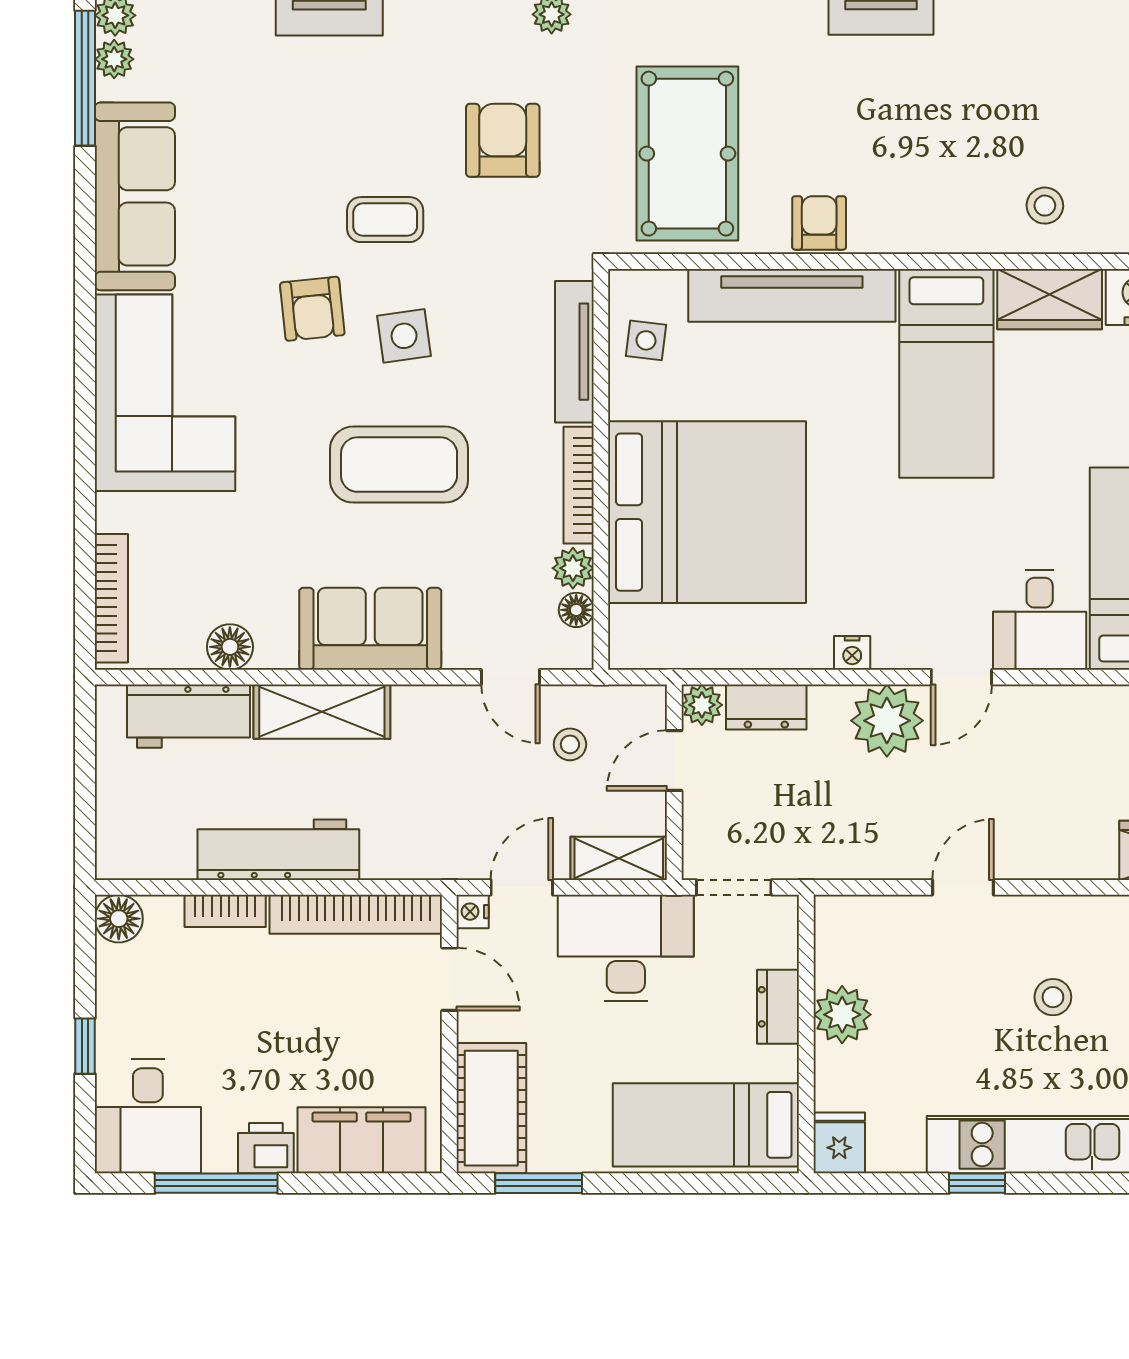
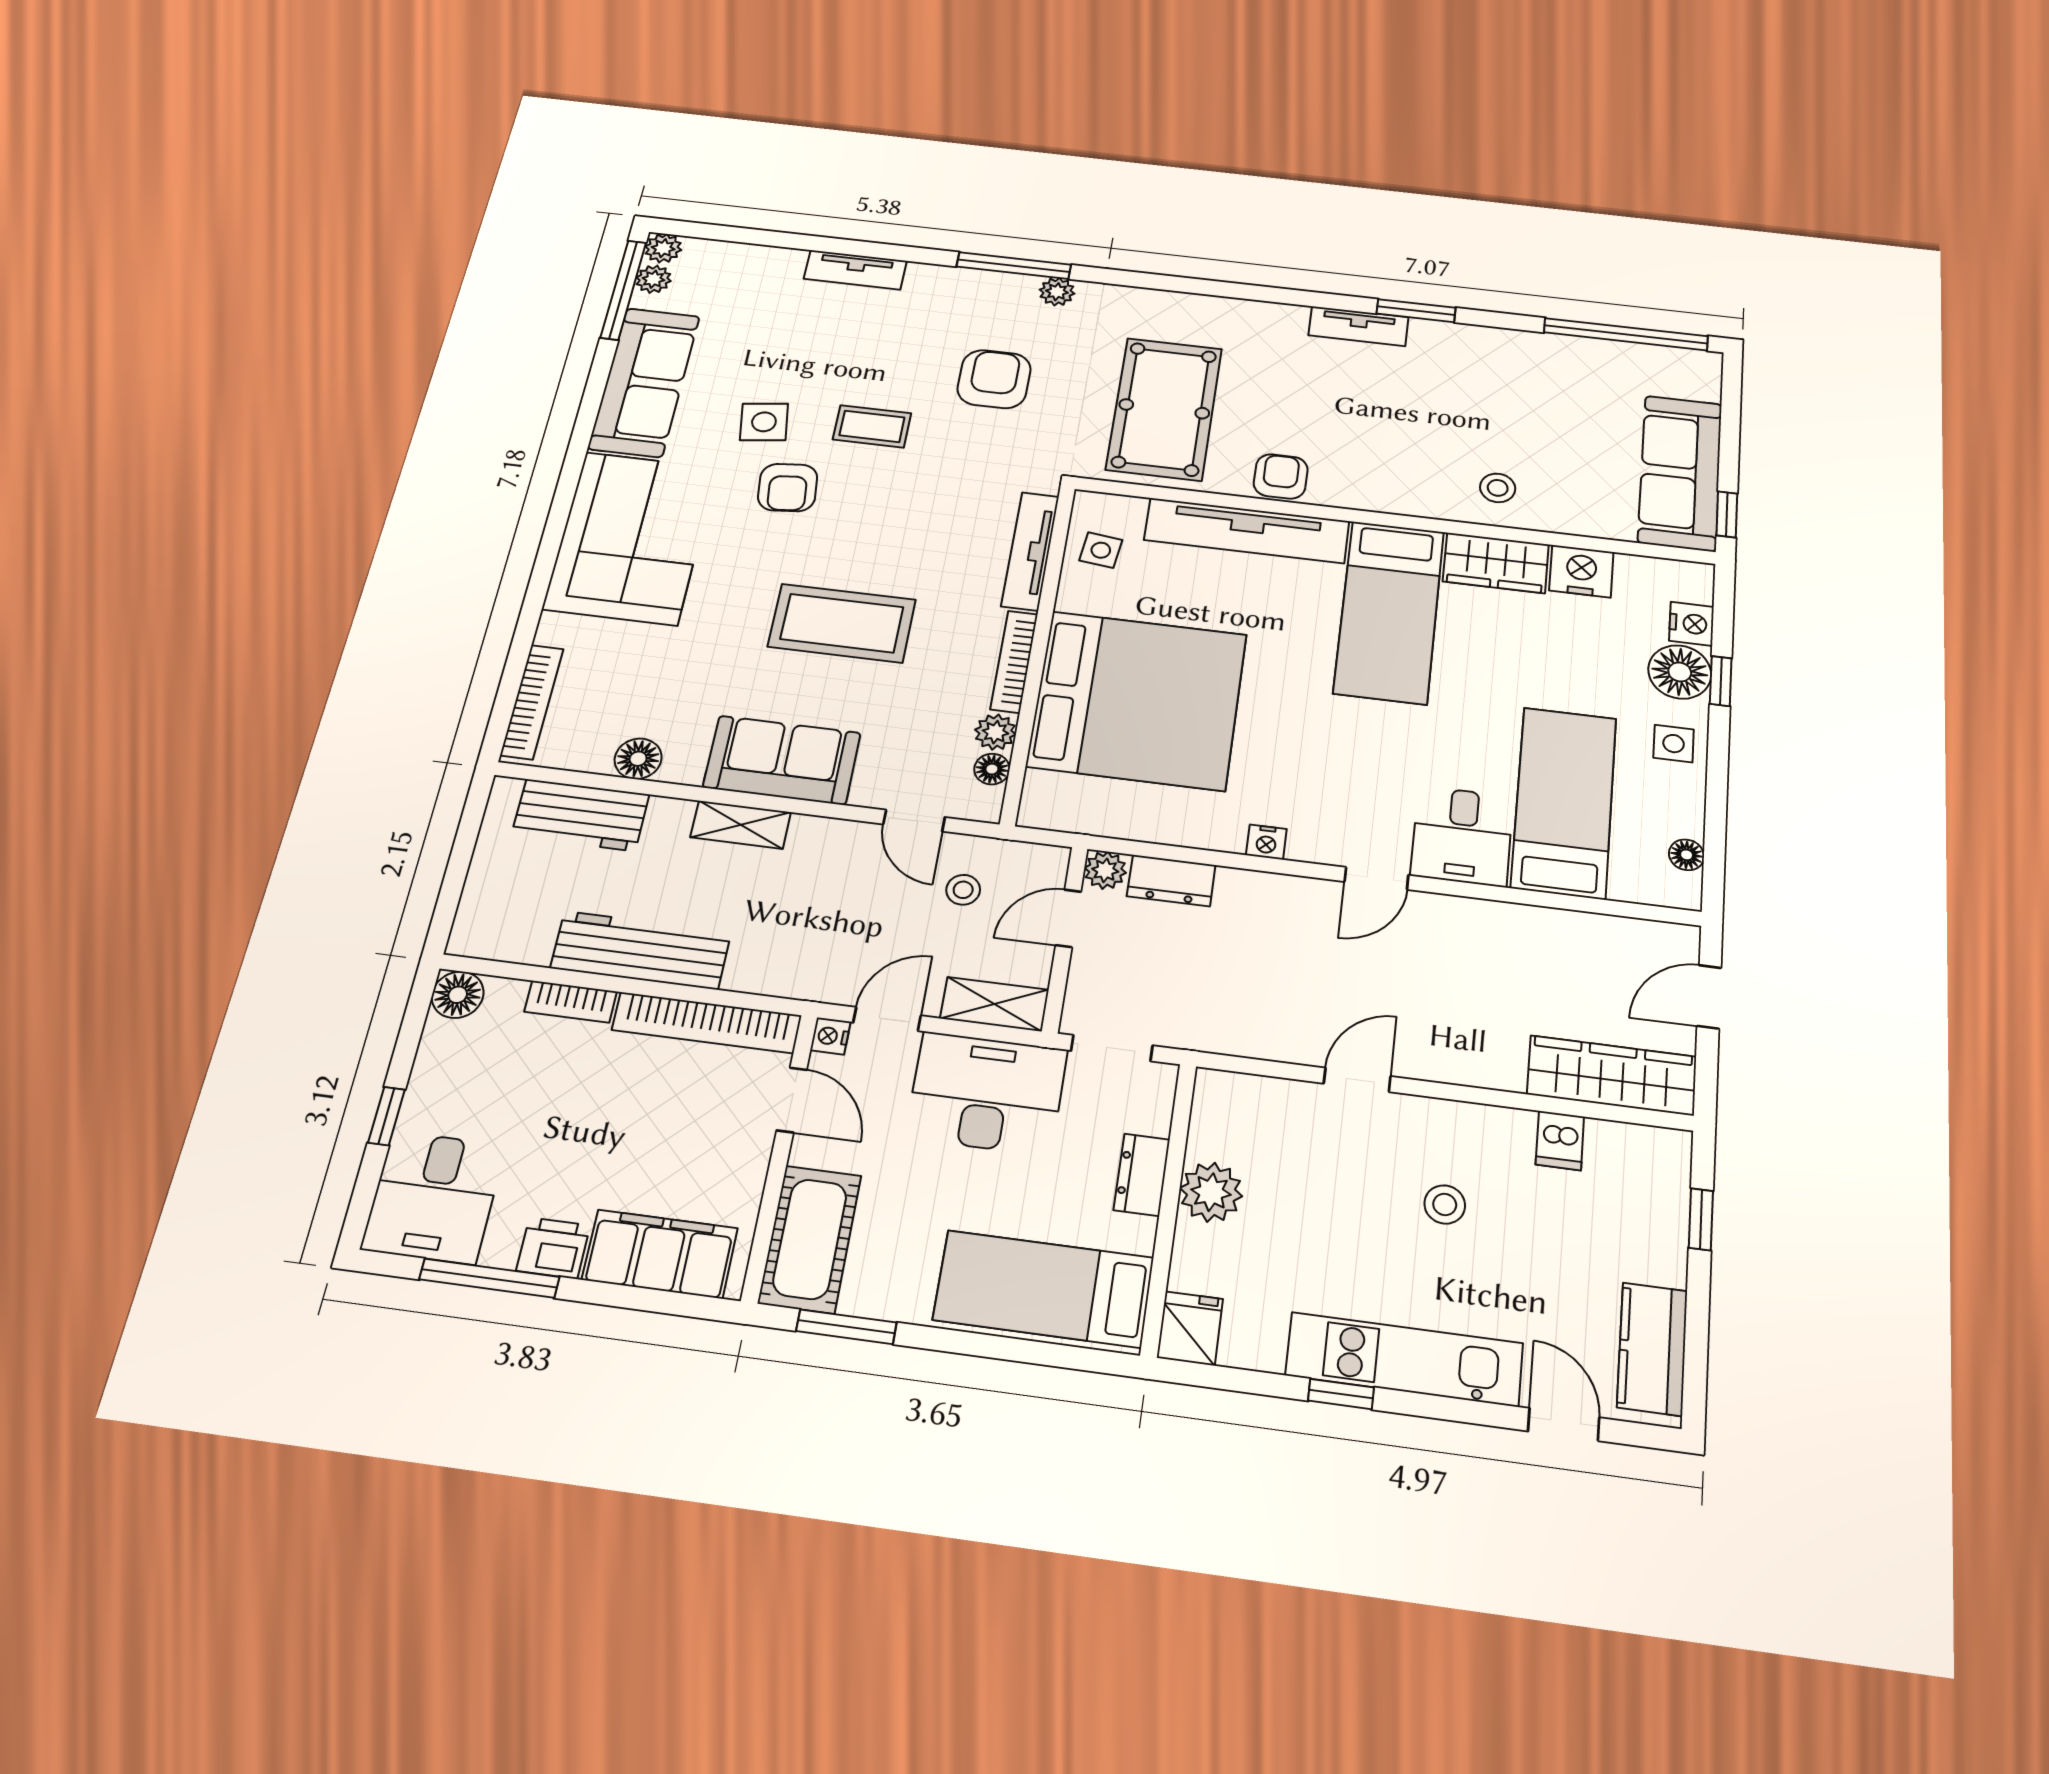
side table: (404, 336) -> (764, 422), moved
shelving: (322, 712) -> (741, 825), width x0.67, depth x0.75
plant: (887, 721) -> (1295, 909), removed

